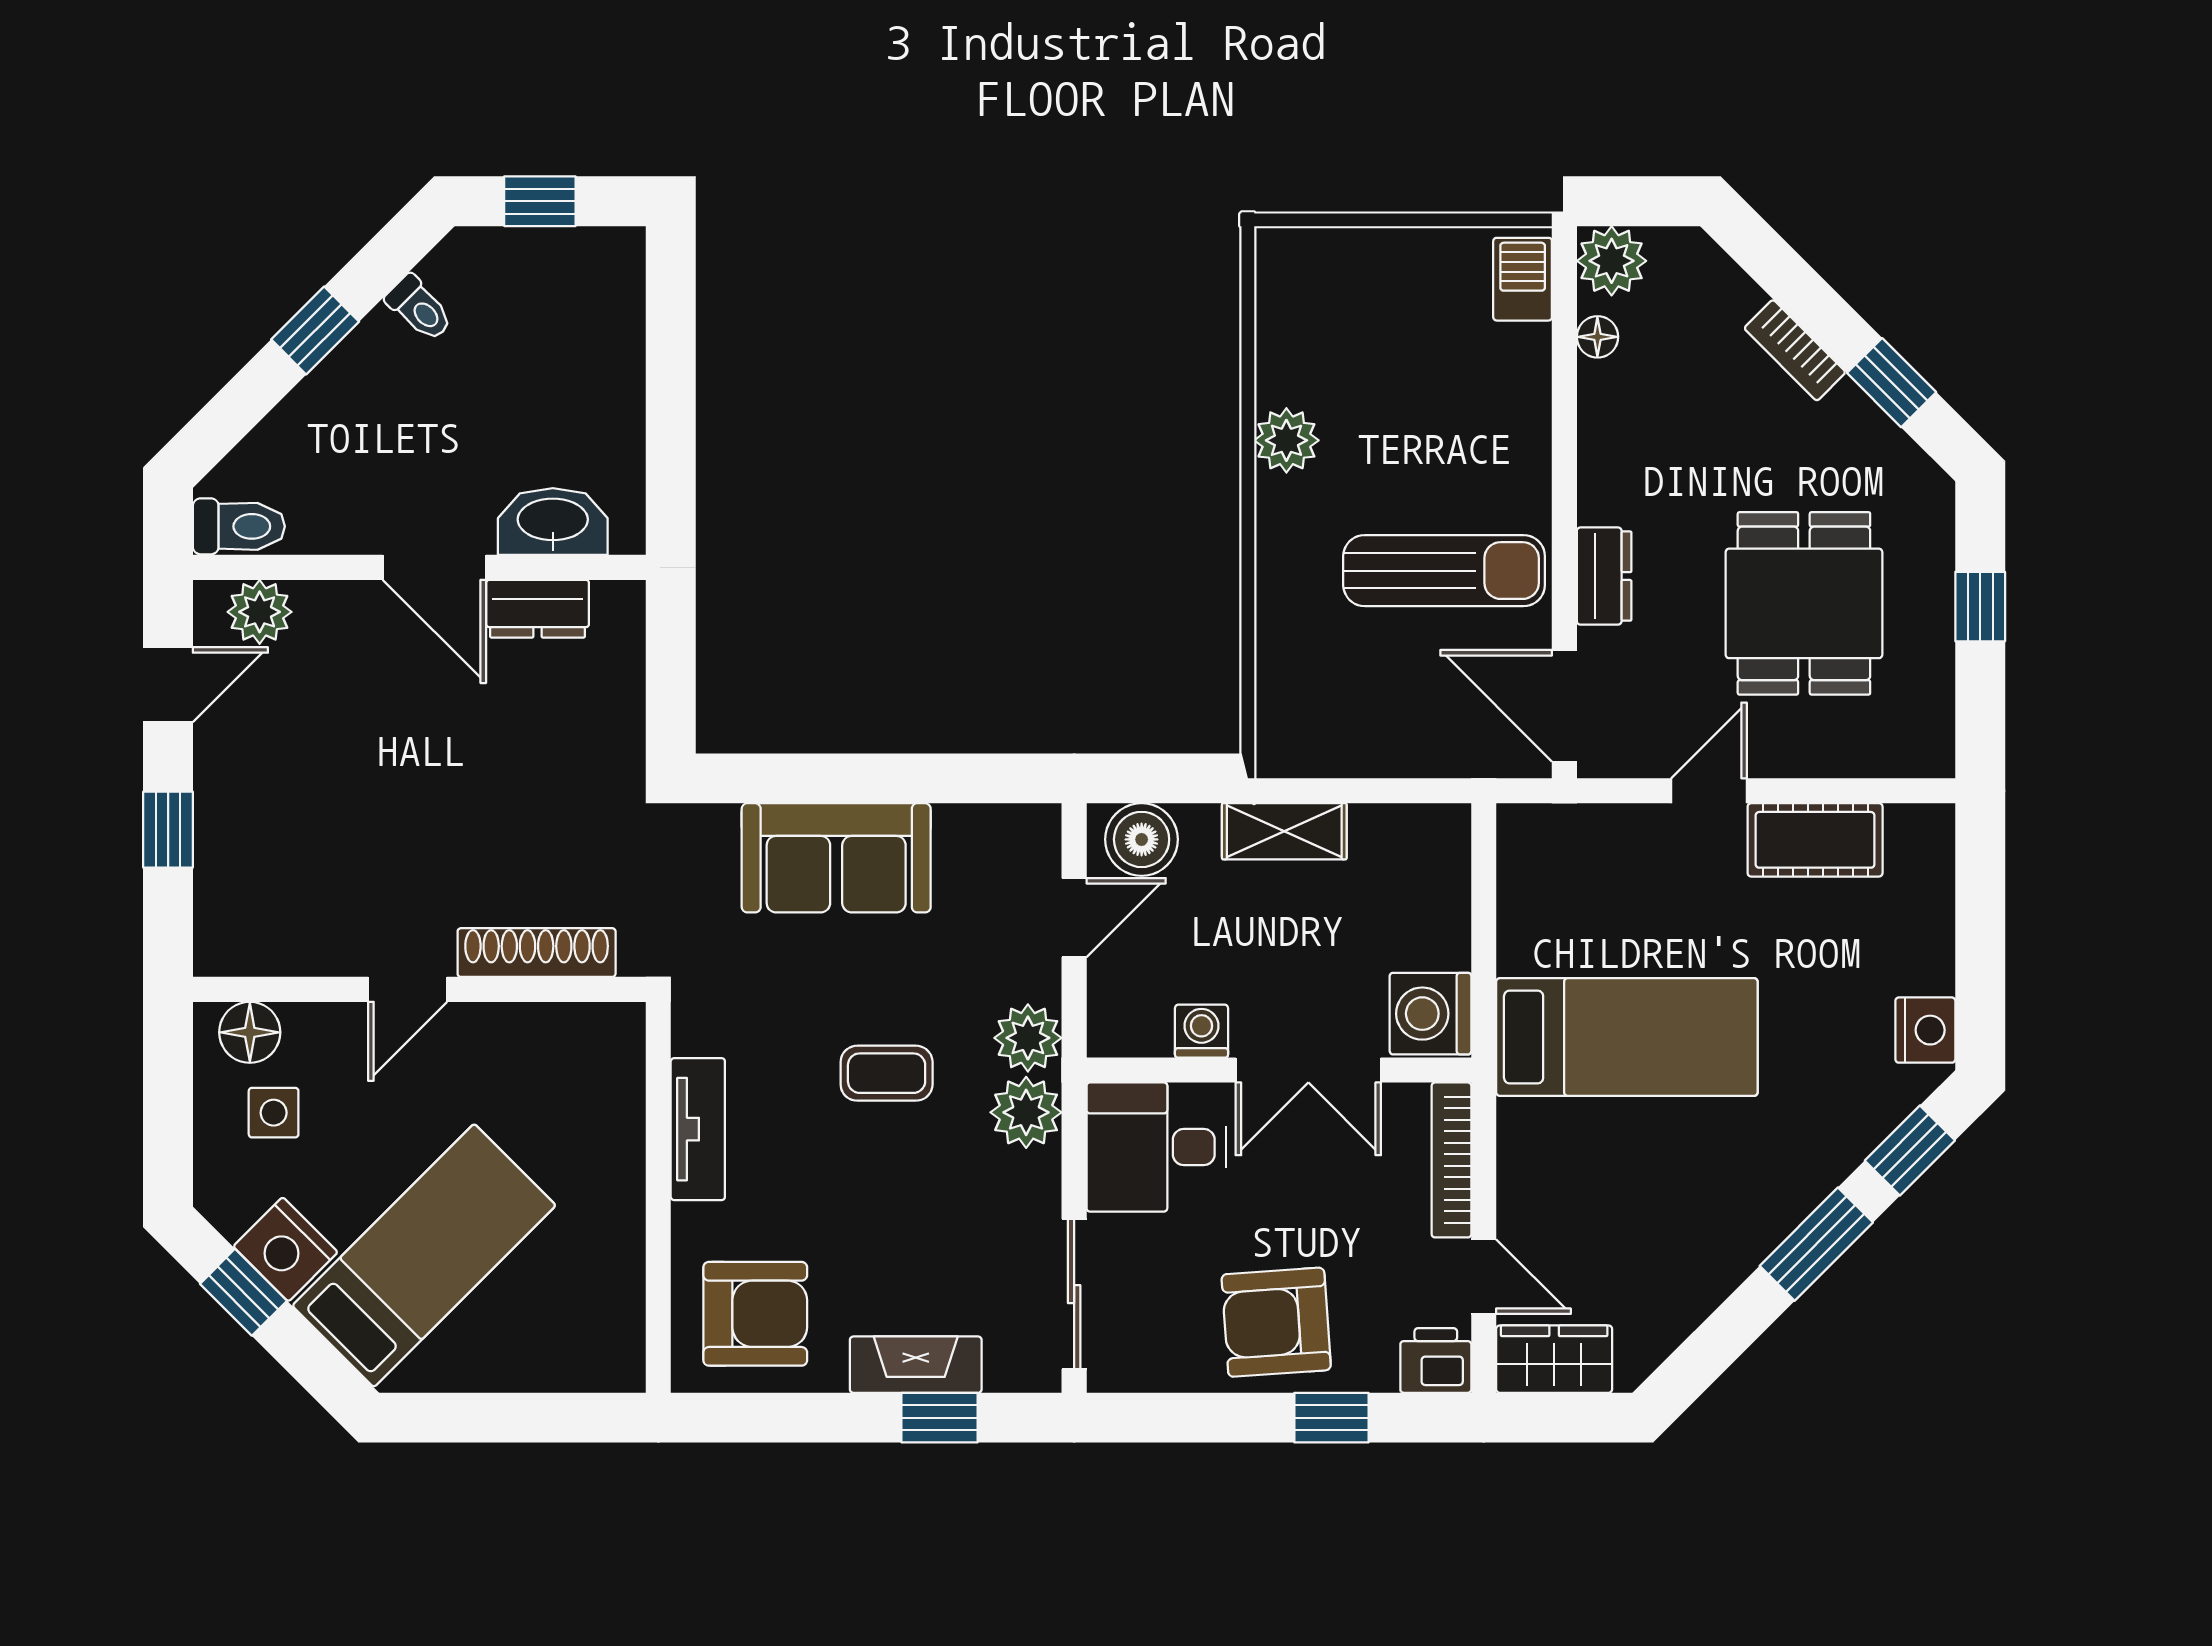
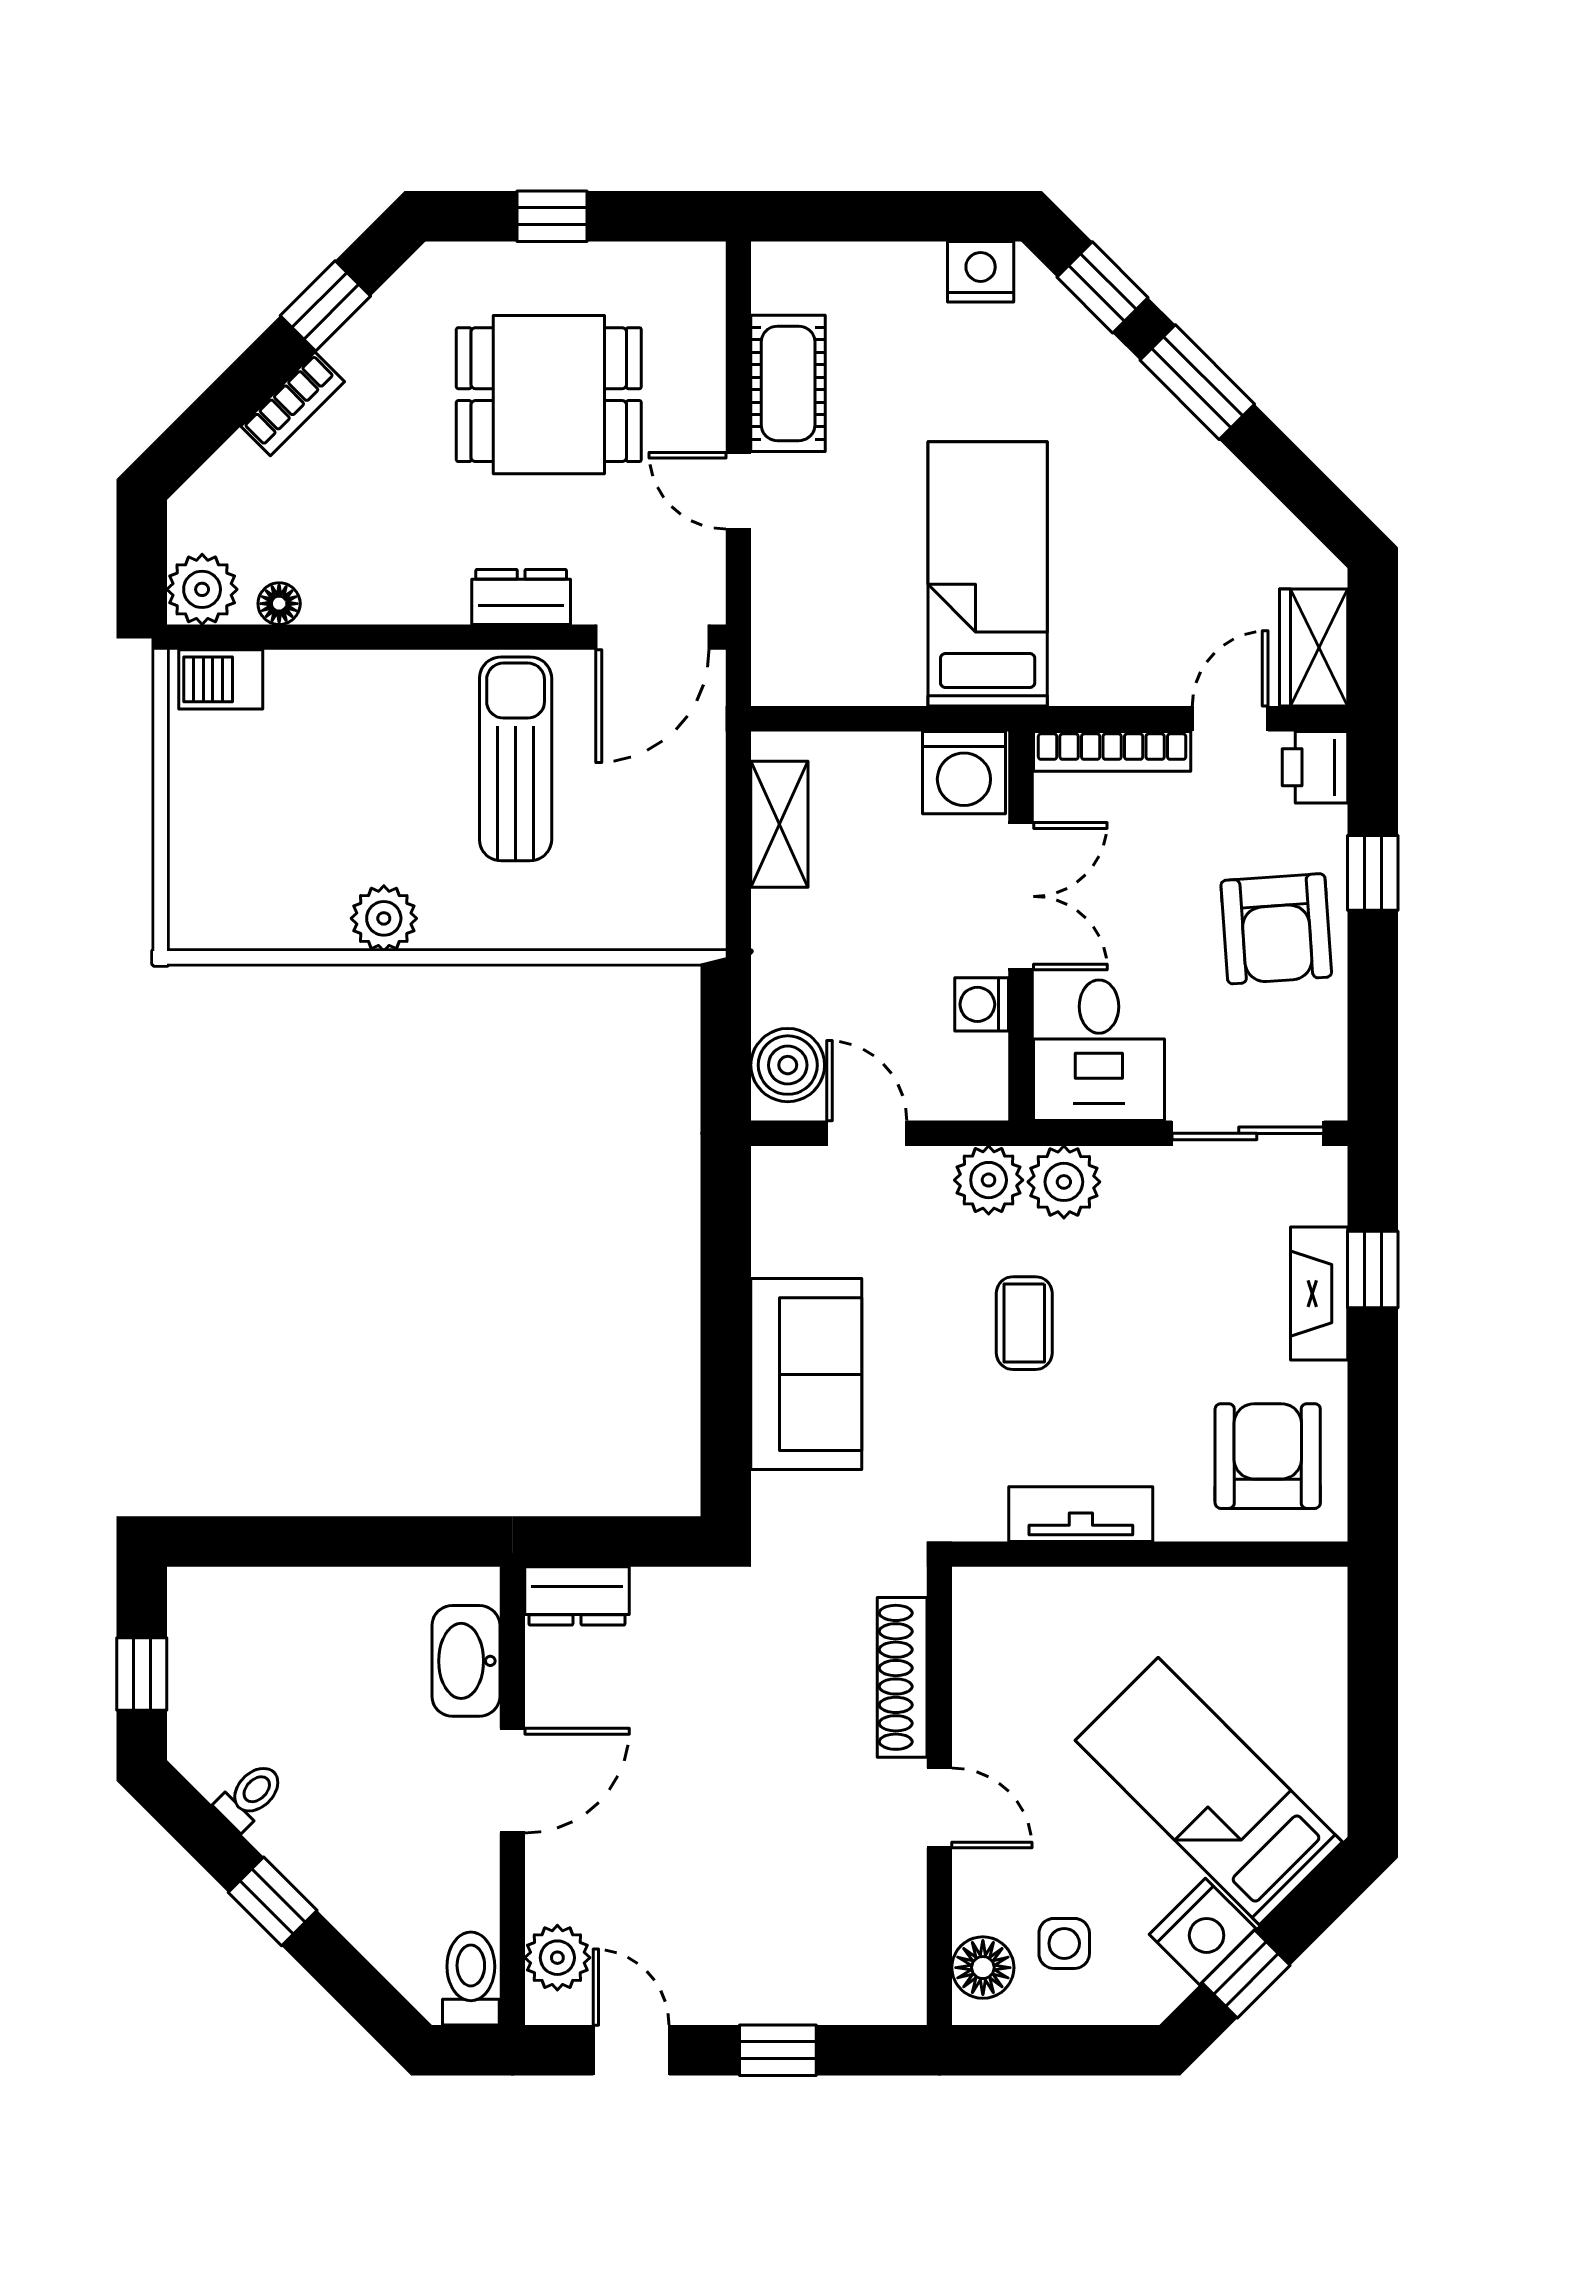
dresser: (538, 609) -> (577, 1596), moved, turned 90
shelving: (1284, 831) -> (779, 824), moved

